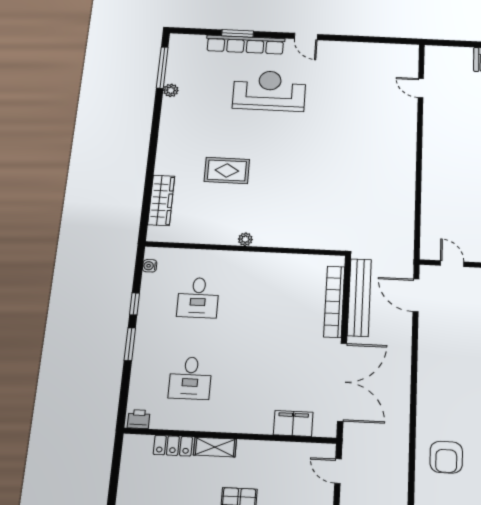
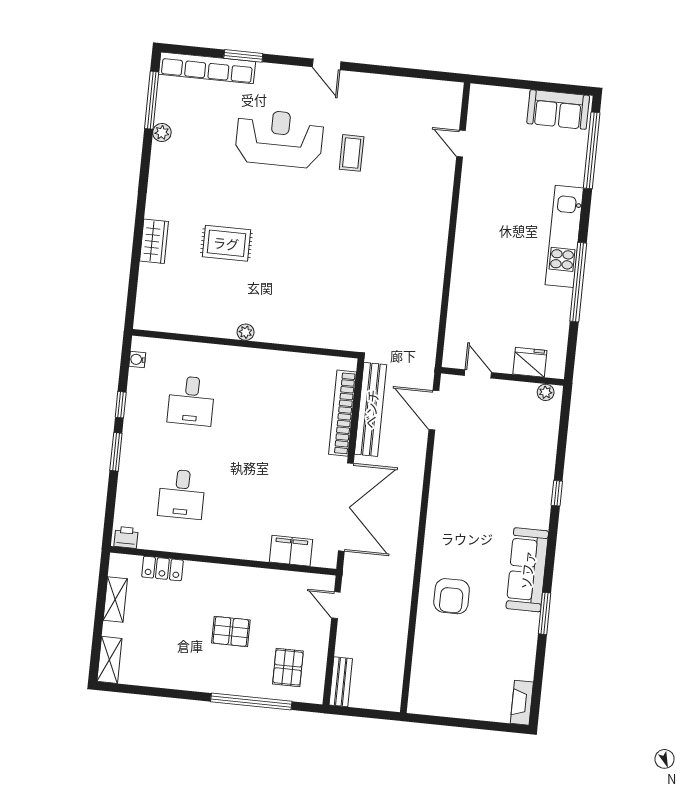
row of seats: (245, 45) -> (207, 68), moved
coffee table: (330, 99) -> (352, 153), added
wardrobe: (161, 200) -> (154, 241), moved, width x0.67
shelving: (215, 447) -> (115, 600), moved, turned 90

